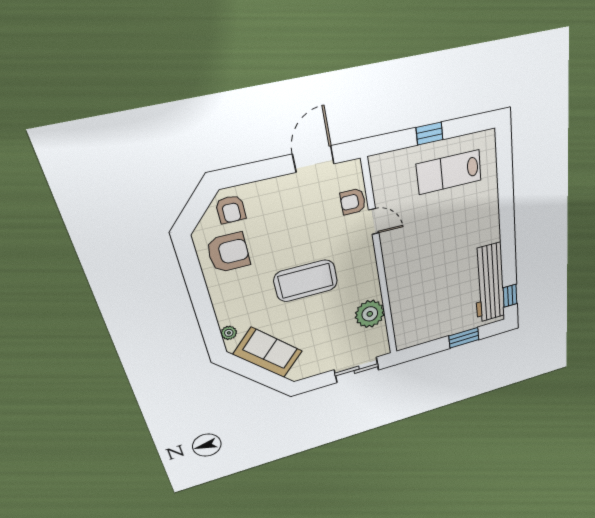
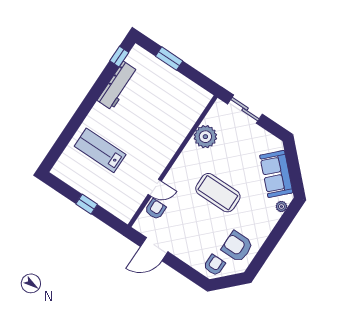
lab bench: (449, 172) -> (100, 150), moved, turned 180
armchair: (353, 202) -> (155, 209), turned -90
door: (374, 221) -> (155, 188), swing flipped
workbench: (489, 283) -> (118, 86), width x0.73, depth x0.76

